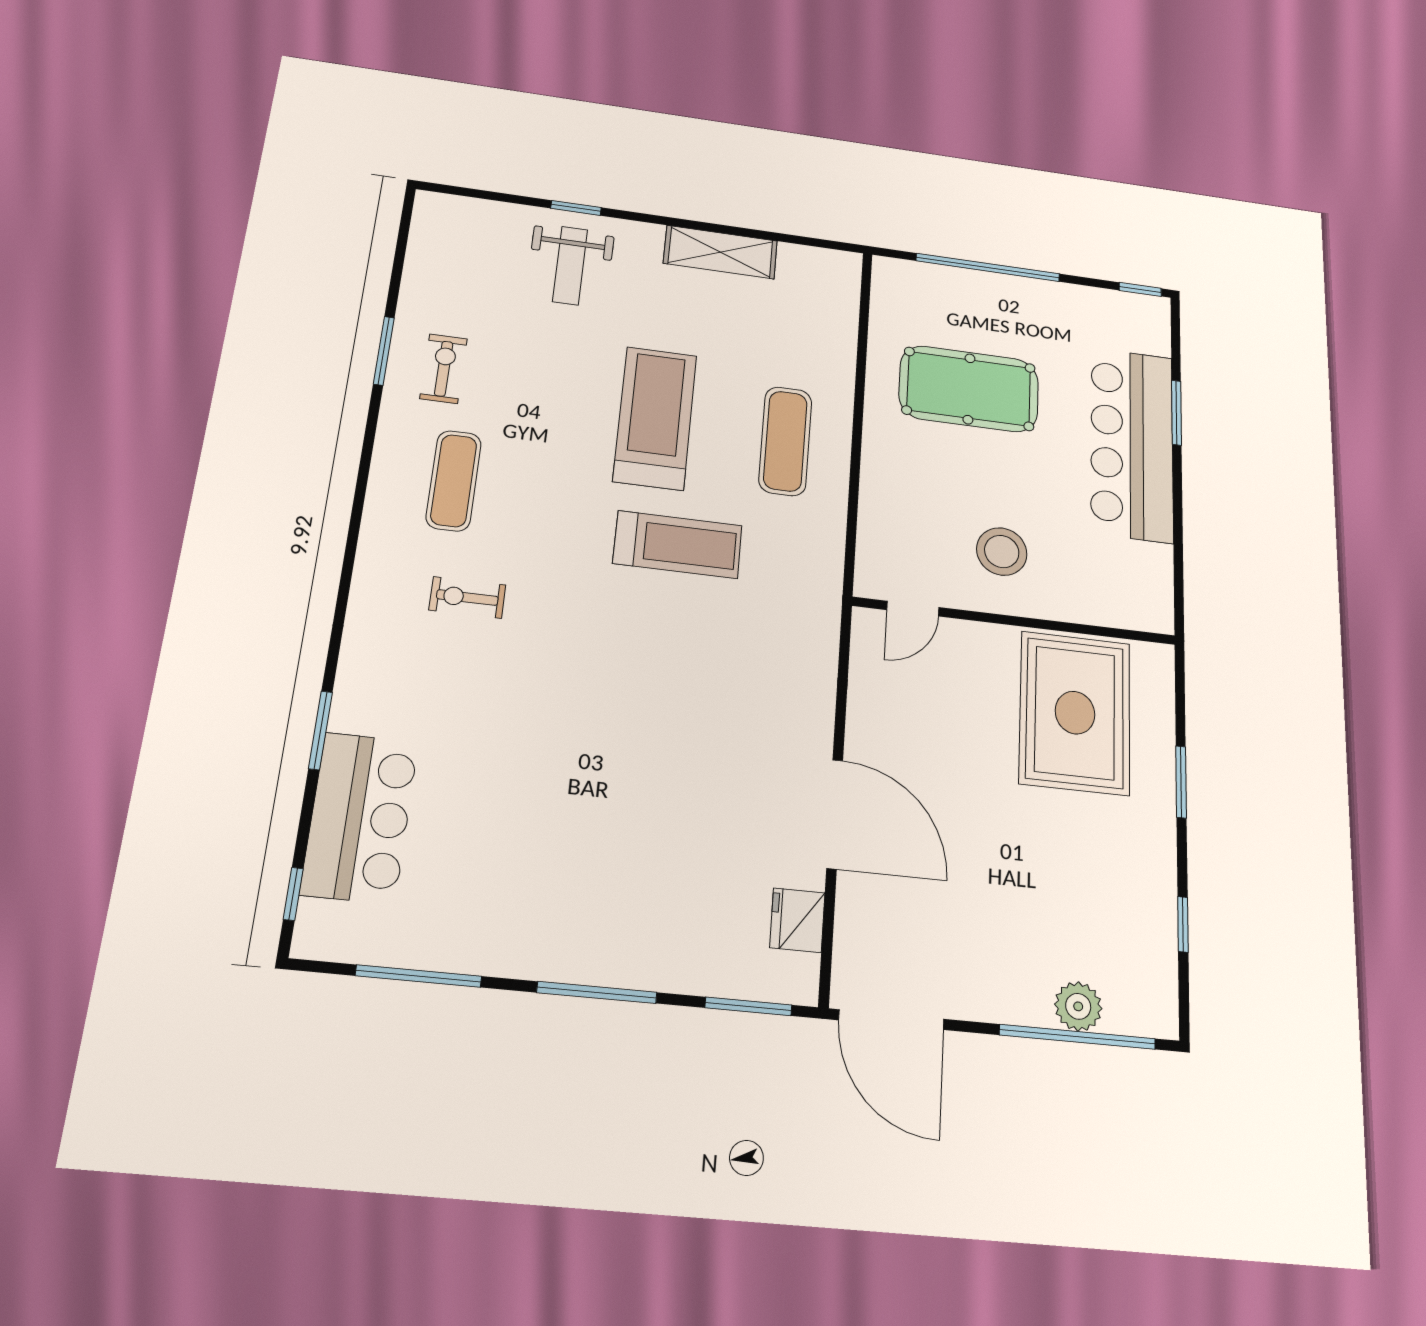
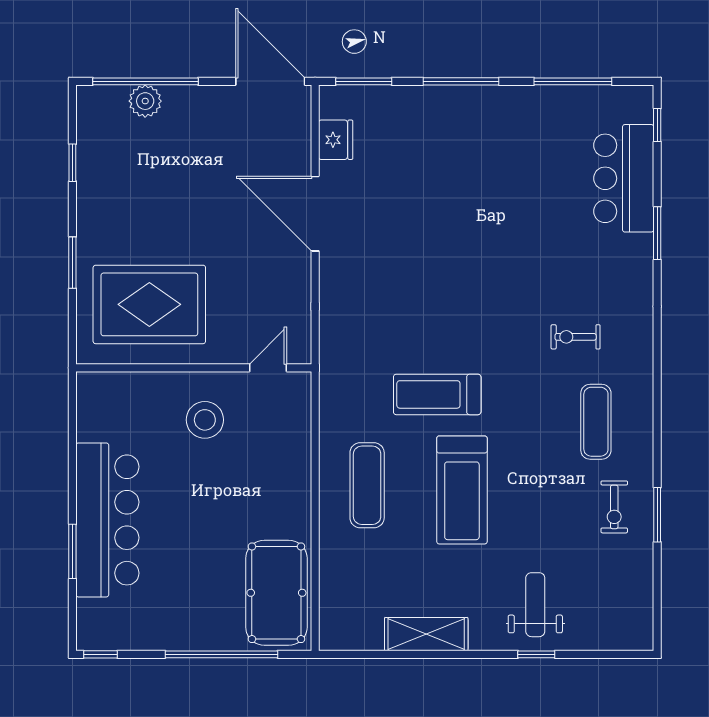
pool table: (969, 389) -> (276, 593), moved, turned 90
exercise bike: (467, 598) -> (576, 337), turned 180
rug: (1075, 713) -> (149, 304), turned 90

